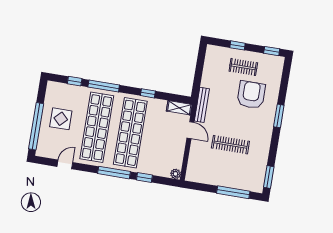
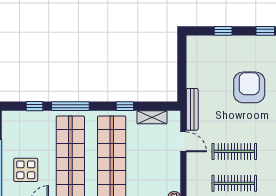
clothes rail: (243, 67) -> (234, 183), moved, width x1.36
shelving: (179, 108) -> (152, 117), moved
display table: (61, 119) -> (26, 170), moved

